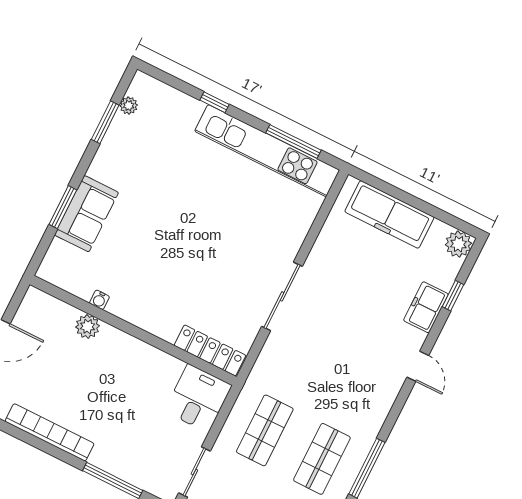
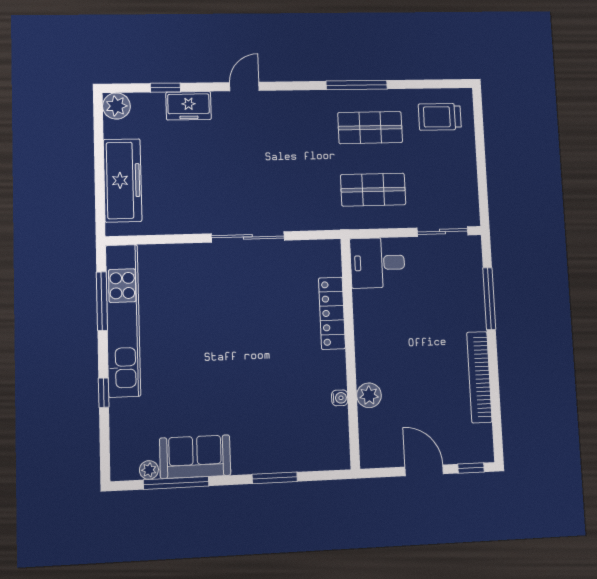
window: (105, 122) -> (176, 483), width x1.44
sofa: (86, 214) -> (195, 457), moved
locker: (210, 350) -> (332, 313), moved

